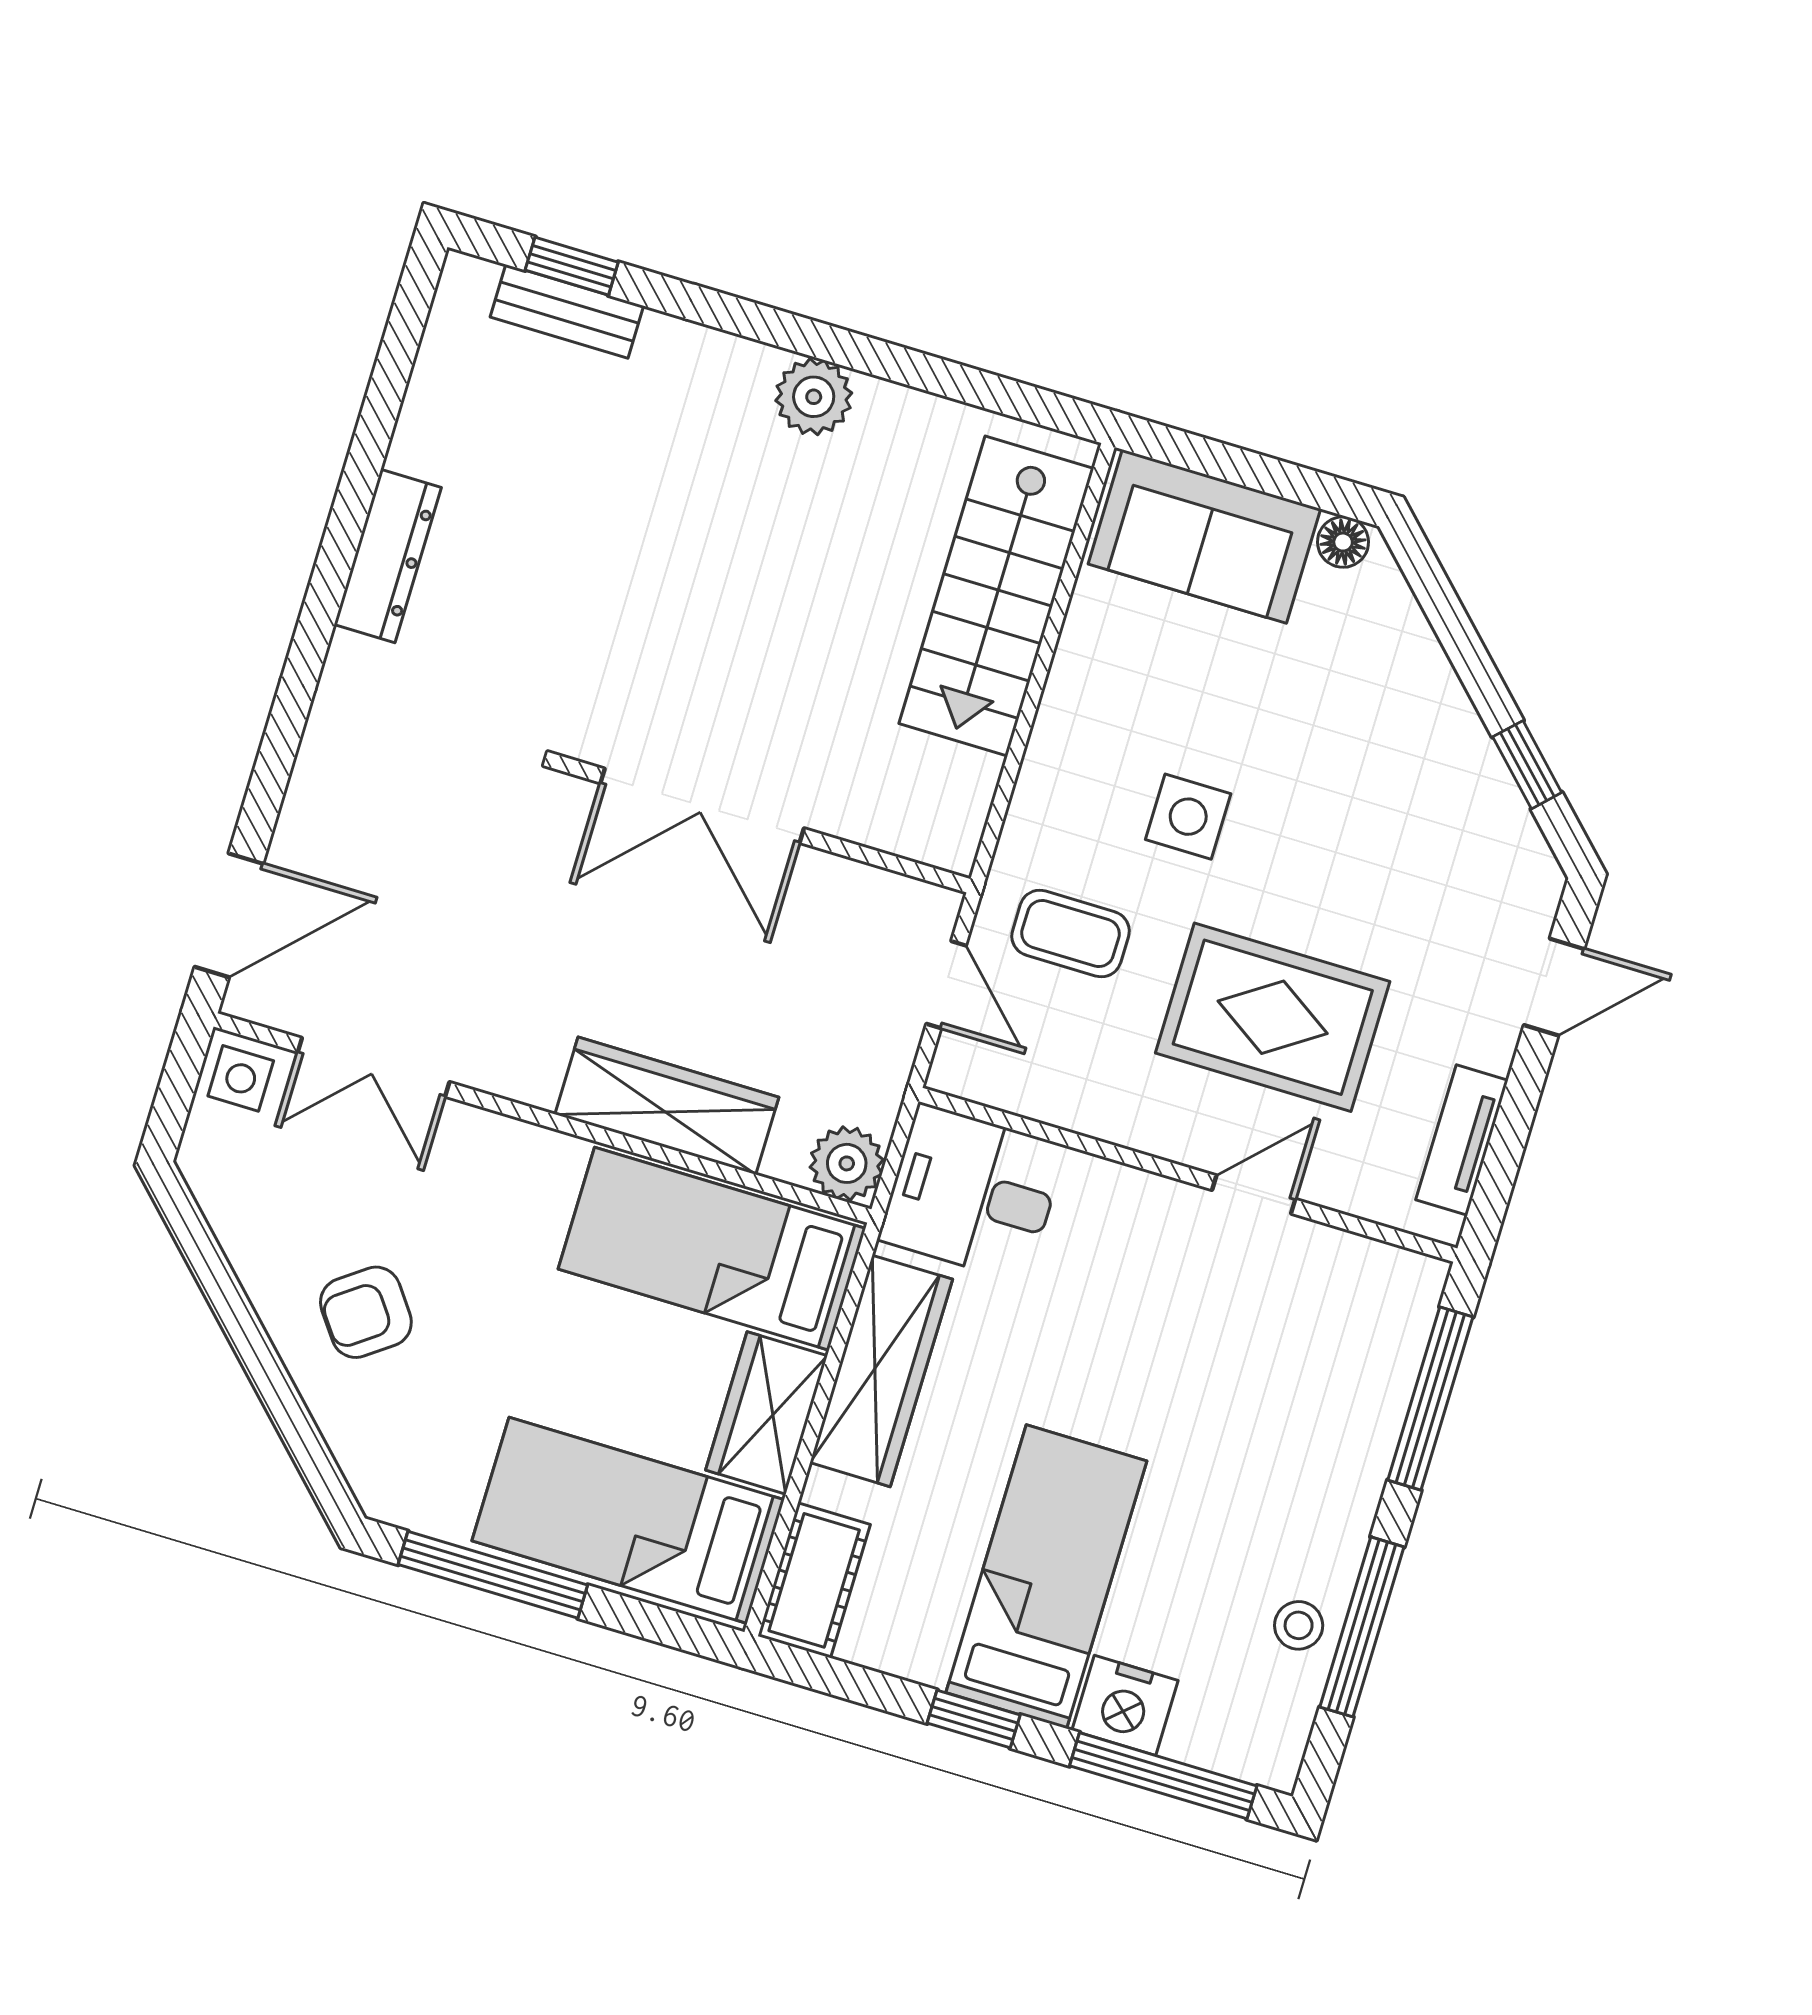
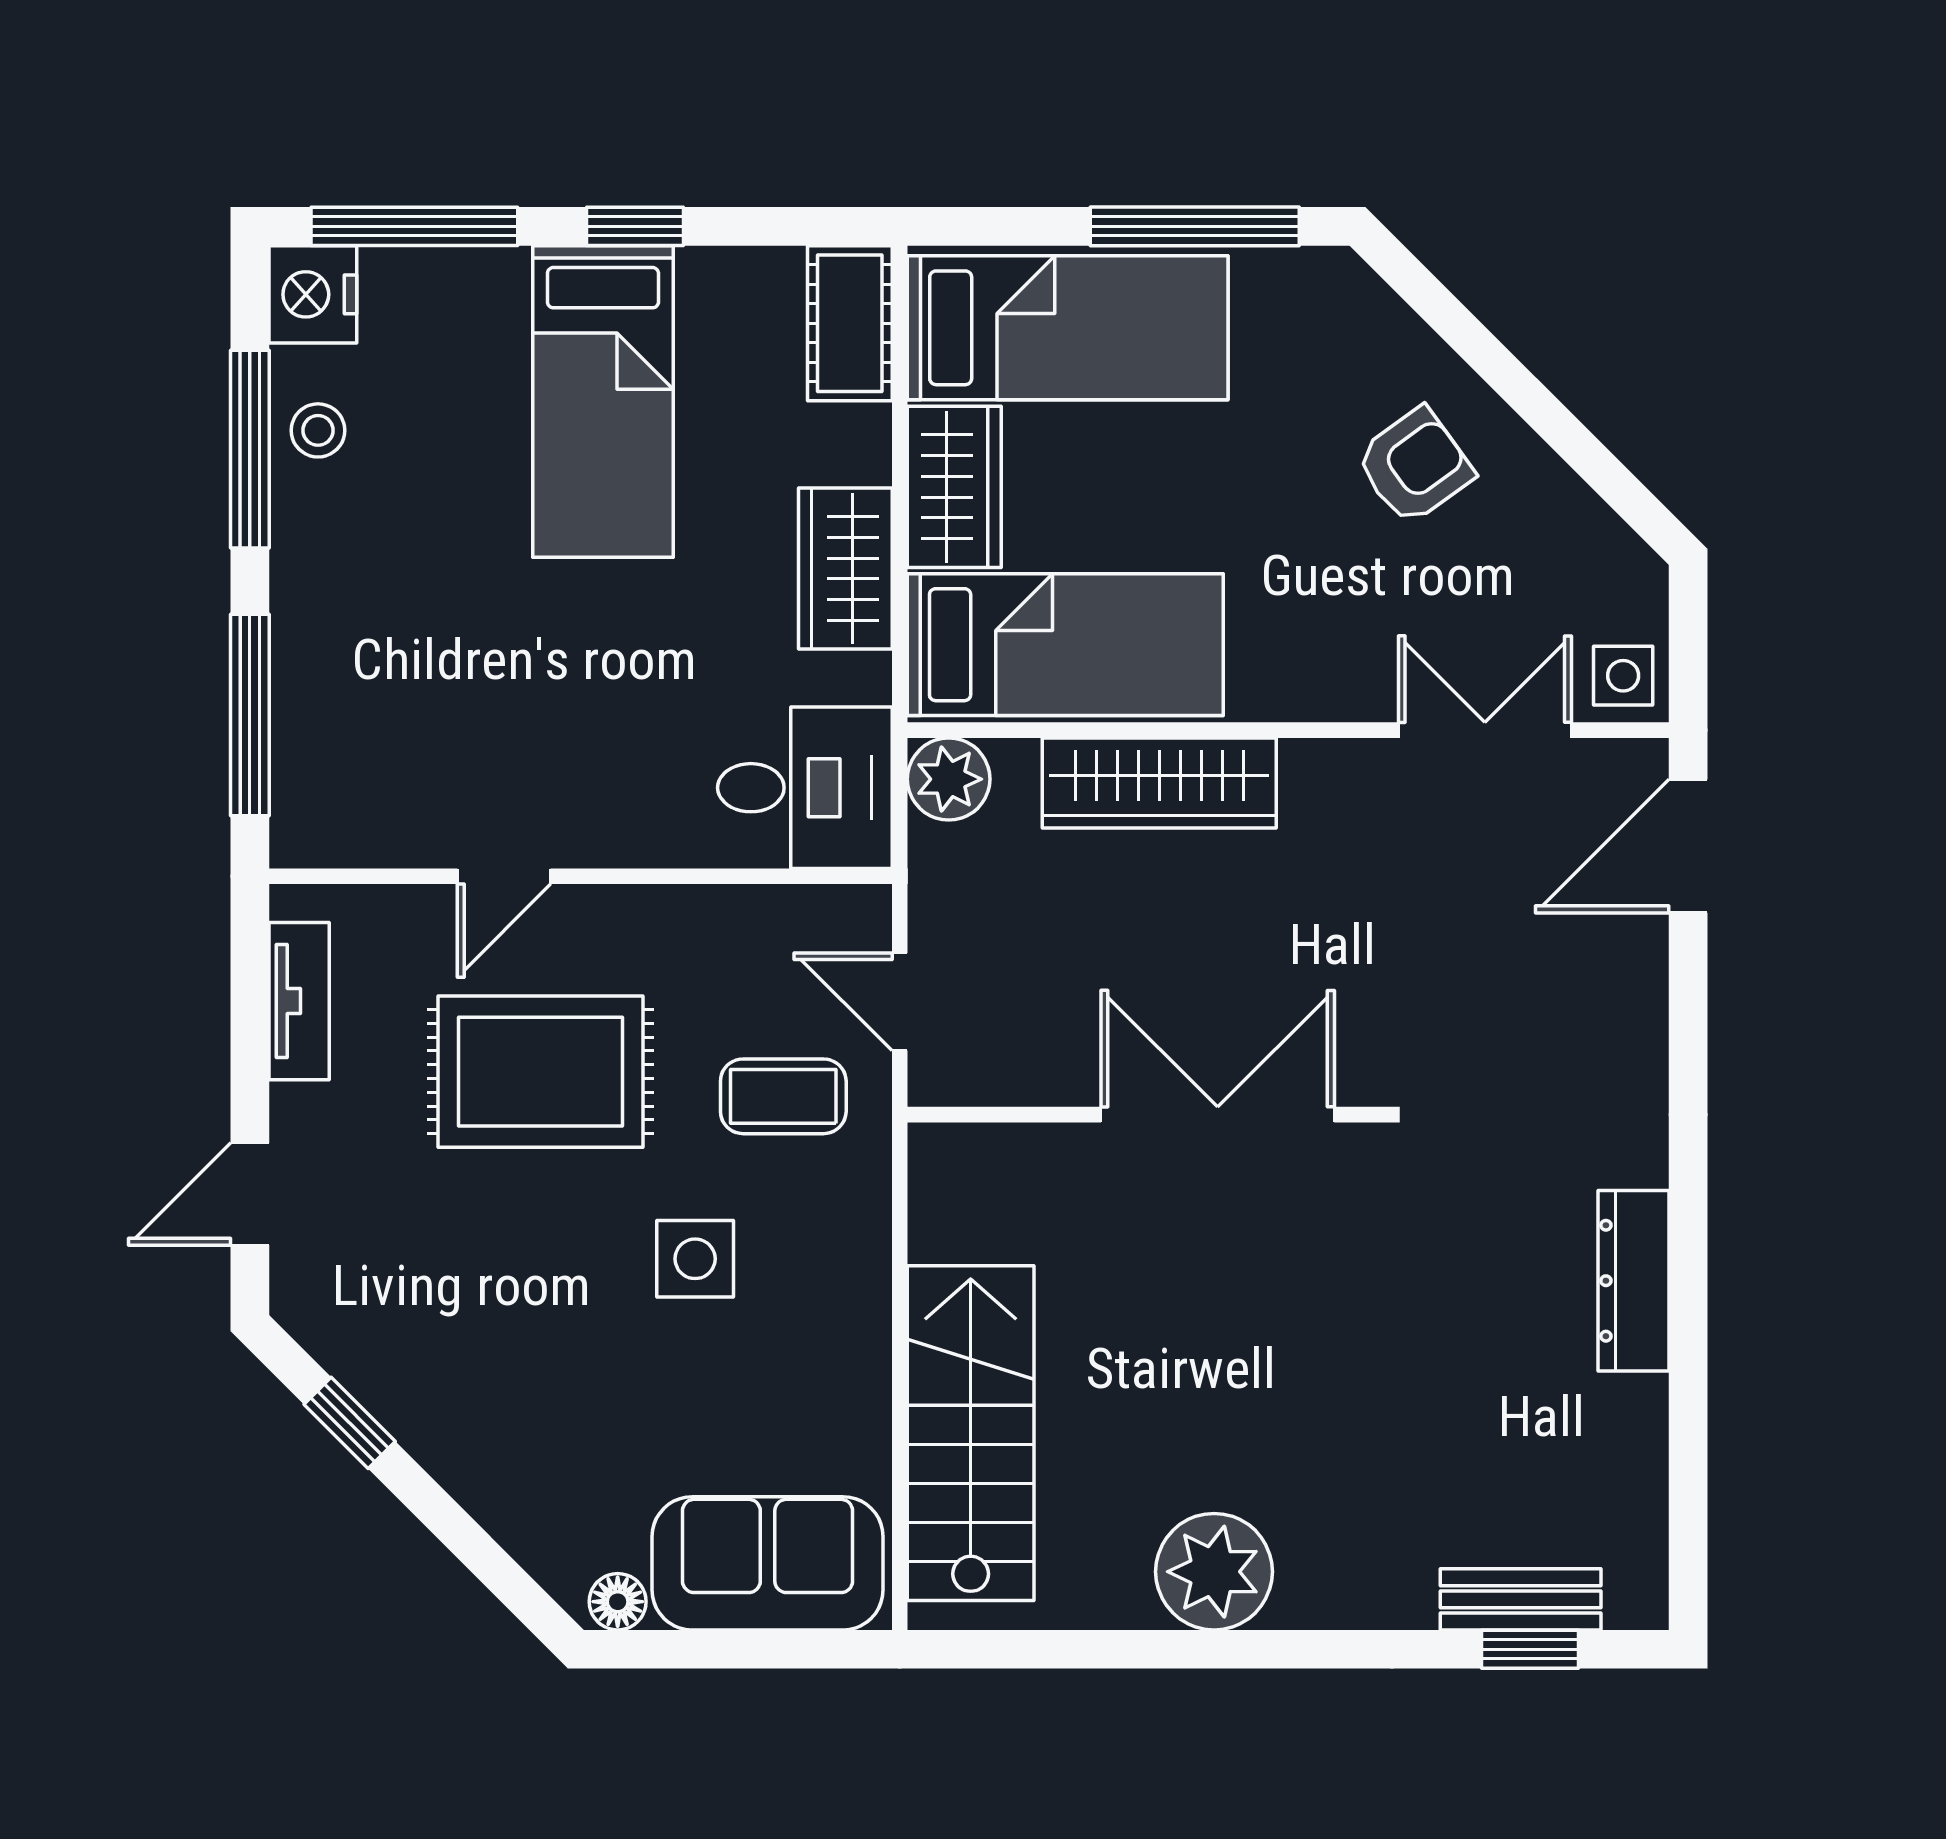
plant: (814, 397) -> (1214, 1572), width x1.36, depth x1.36
wardrobe: (881, 1371) -> (845, 568), width x0.67
nightstand: (1125, 1705) -> (313, 294), moved, turned -90

